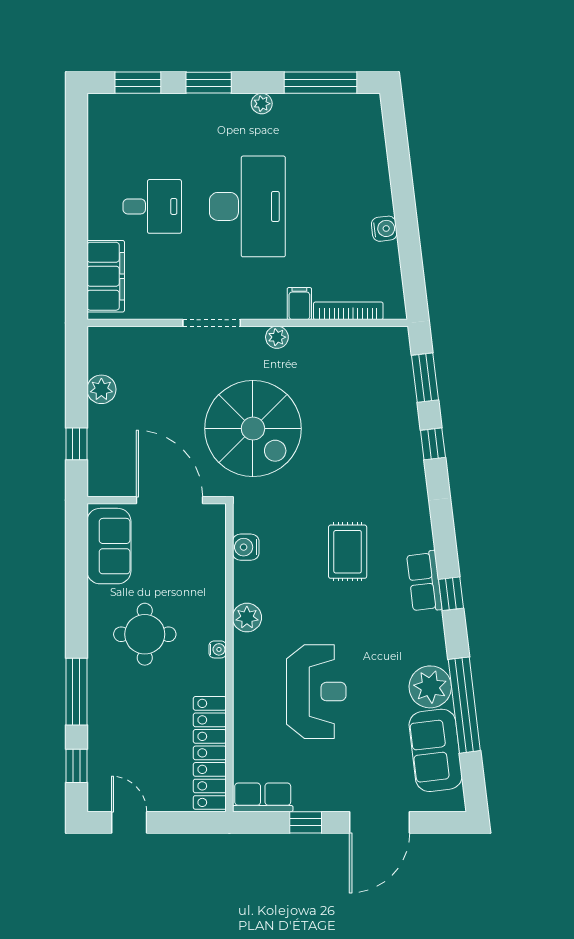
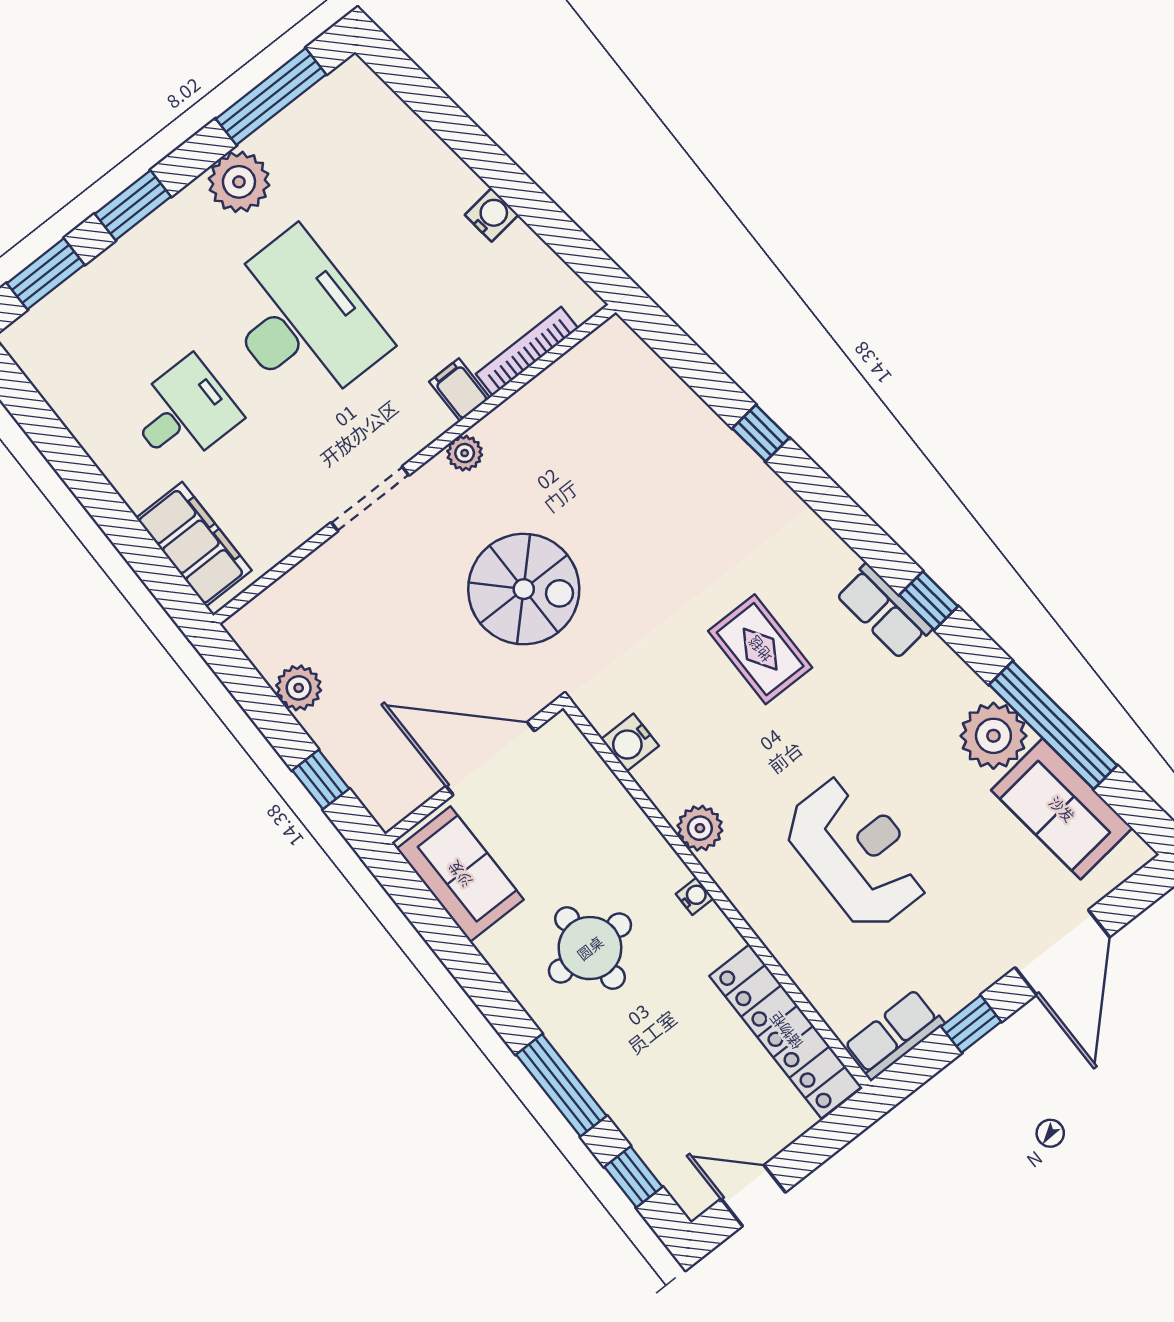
plant: (262, 104) -> (239, 182), width x1.88, depth x1.88
window: (425, 378) -> (687, 359), removed
spiral stairs: (253, 429) -> (524, 589), width x0.73, depth x0.73

